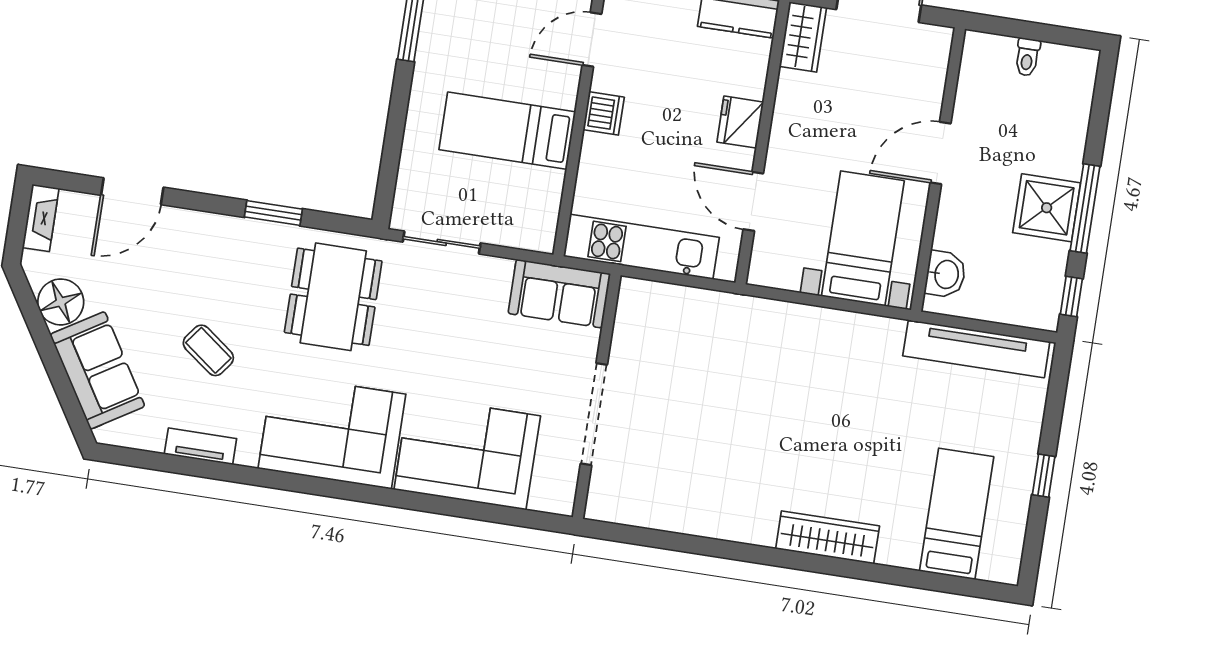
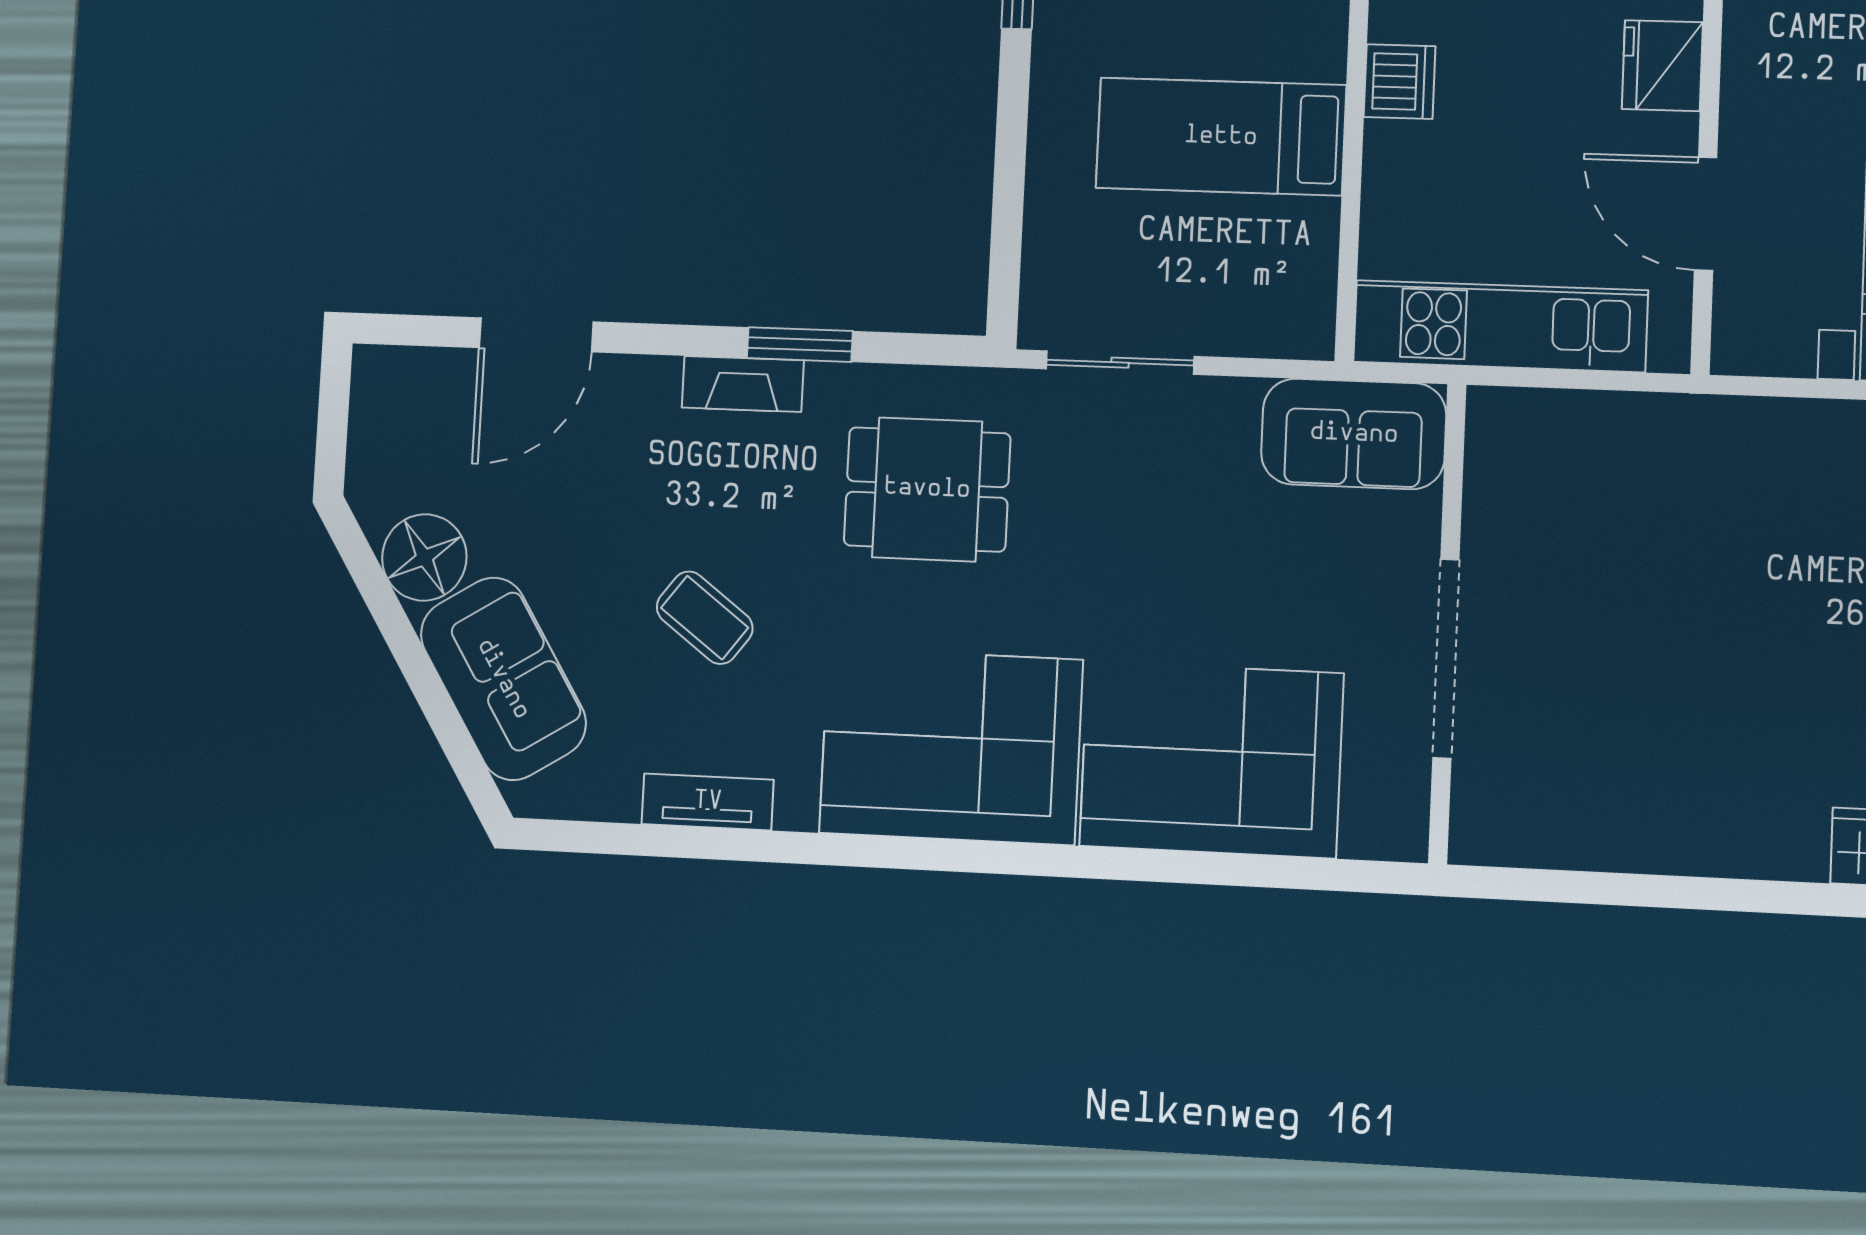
fireplace: (41, 218) -> (743, 384), moved, turned 90
dining table: (333, 297) -> (927, 489), width x0.73

